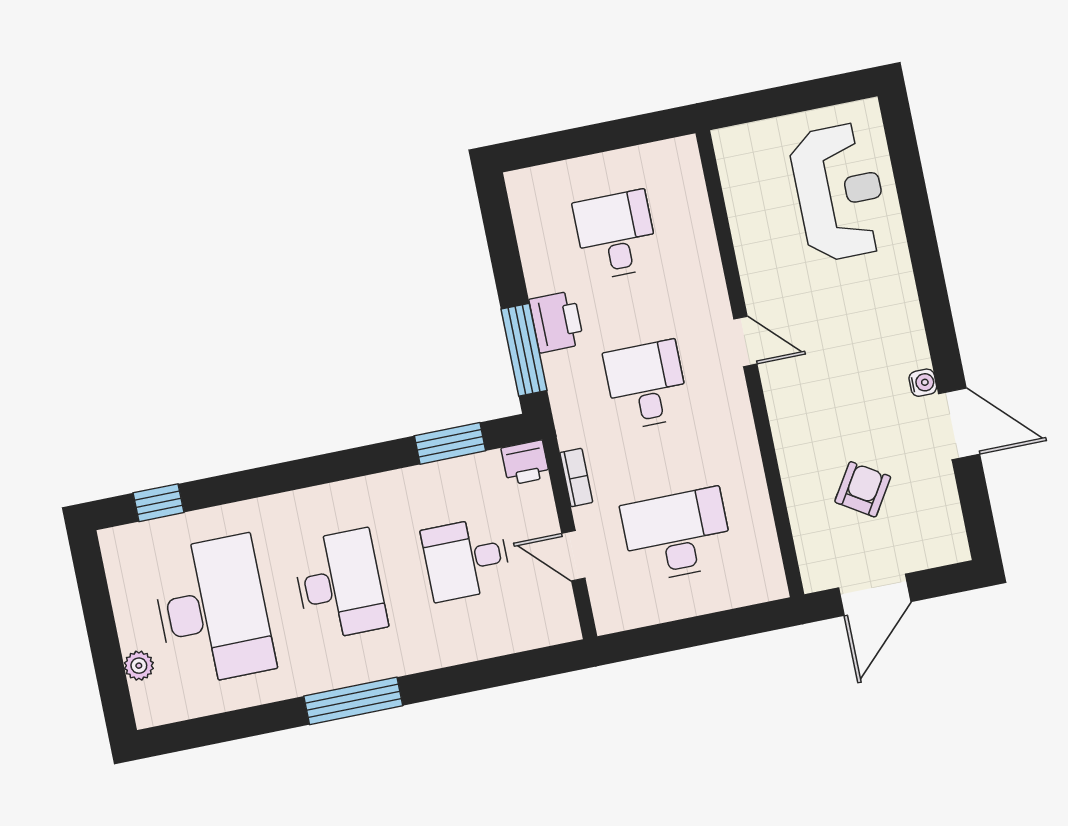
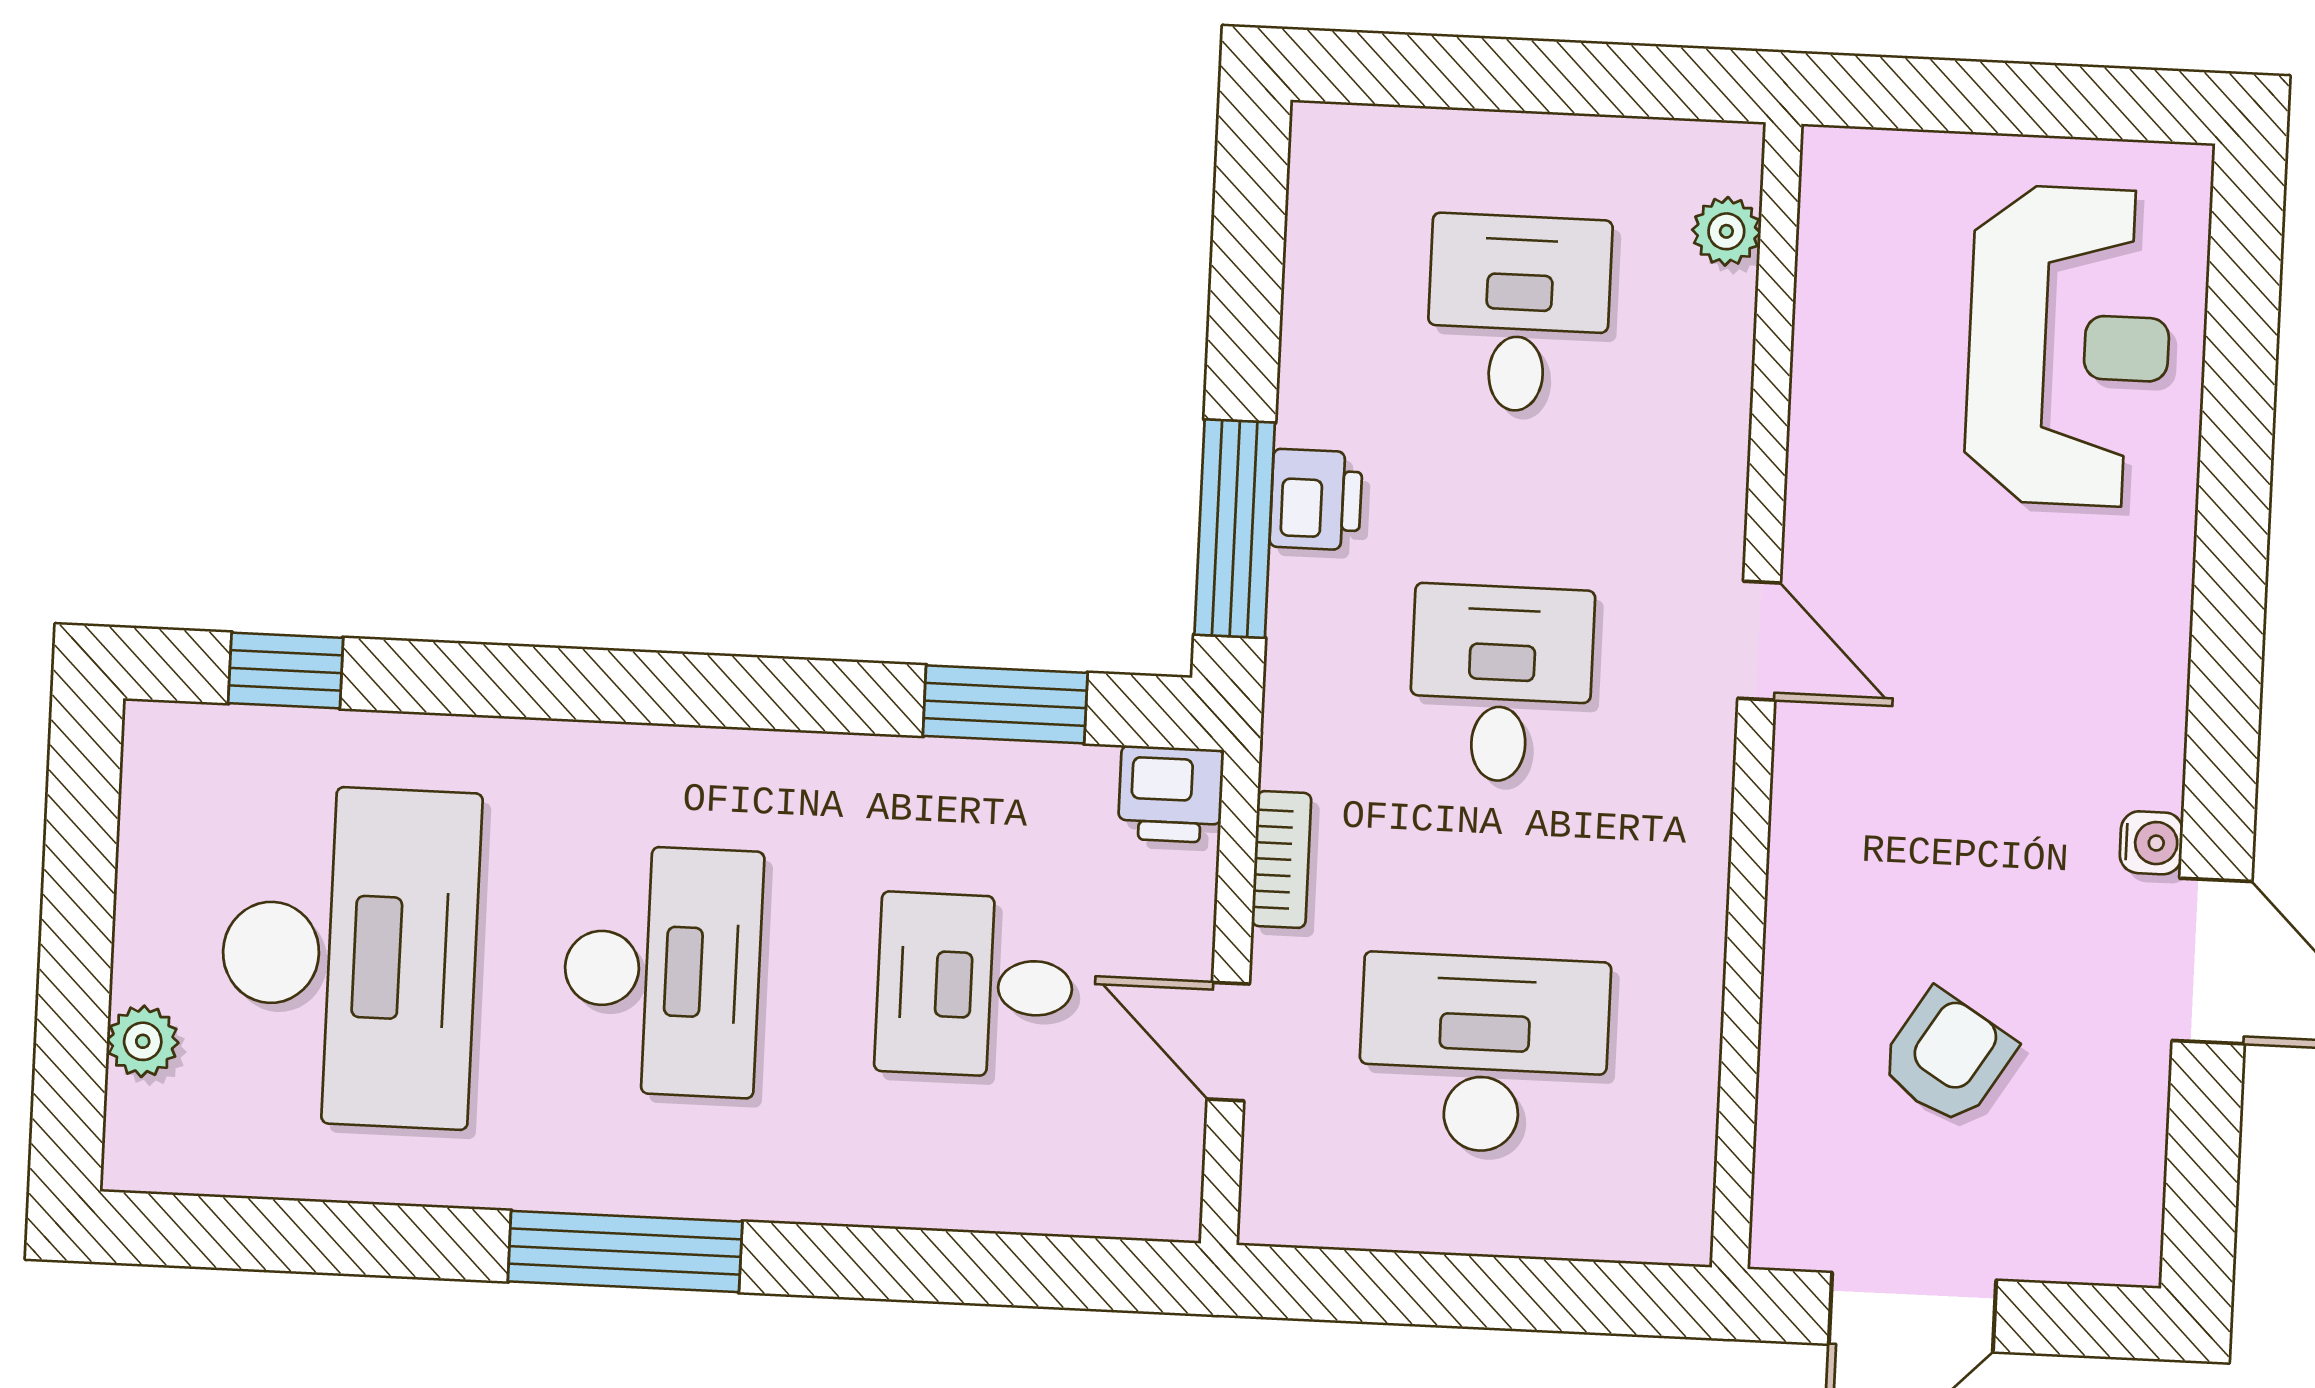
plant: (691, 181) -> (1726, 231), added
printer: (557, 322) -> (1316, 500), width x0.73, depth x0.81

